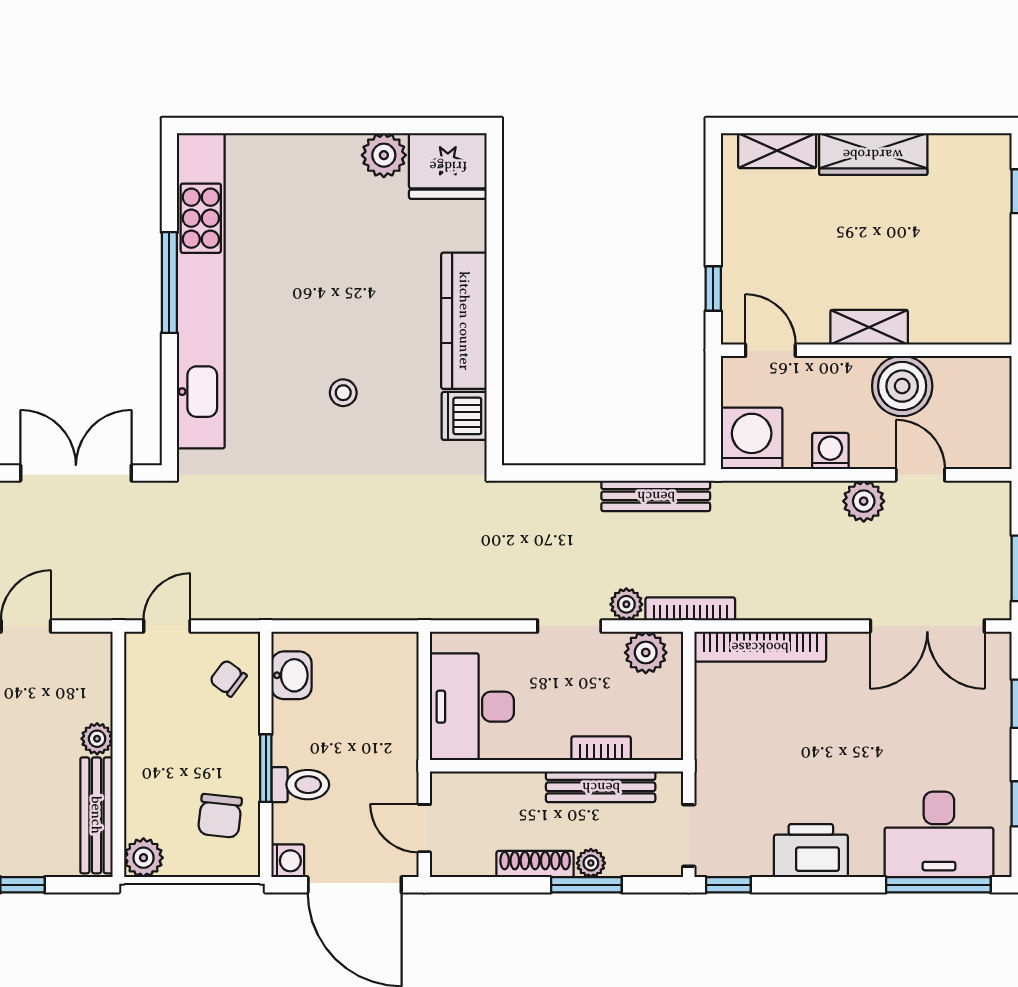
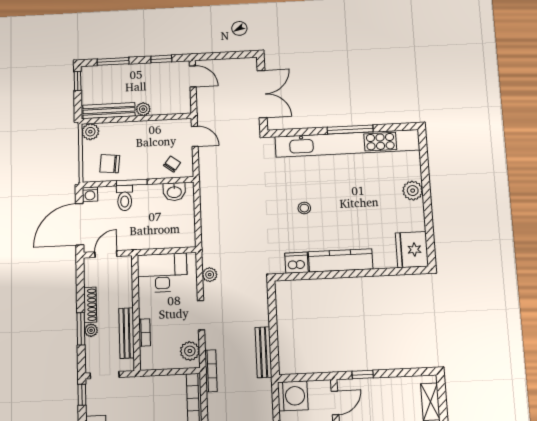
plant: (384, 155) -> (413, 191), moved
plant: (626, 604) -> (210, 275), moved

